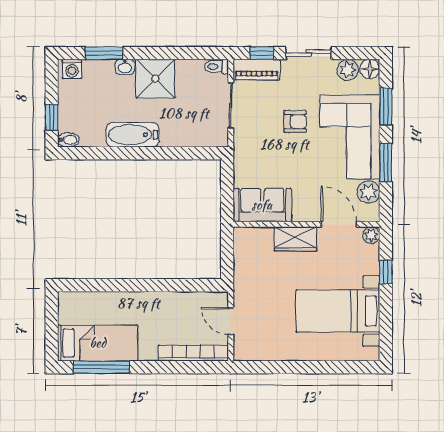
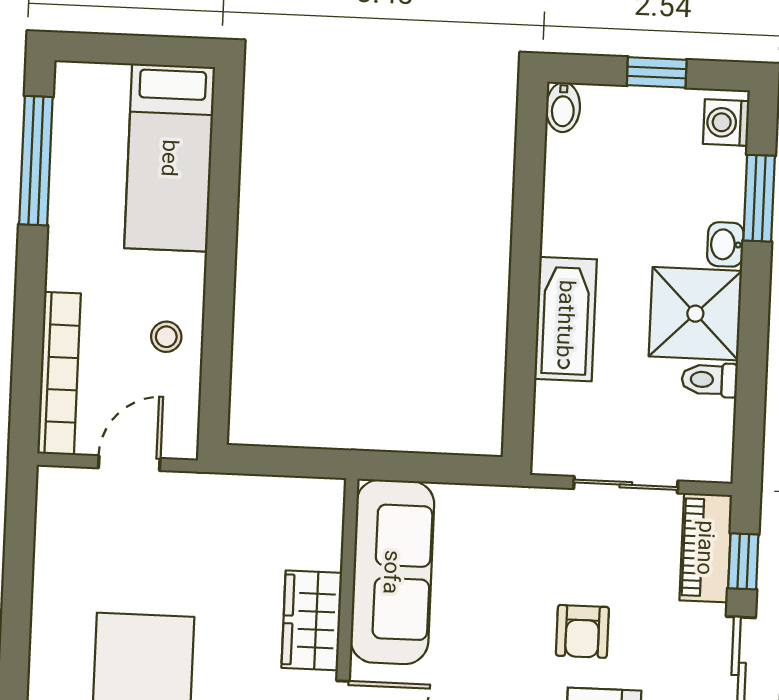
toilet: (216, 67) -> (710, 380), moved, turned -90
window: (52, 117) -> (657, 72), moved
bathtub: (133, 135) -> (566, 319), moved
sofa: (262, 205) -> (392, 572), width x1.36
stool: (175, 307) -> (166, 337), added
bed: (98, 343) -> (170, 158), moved

